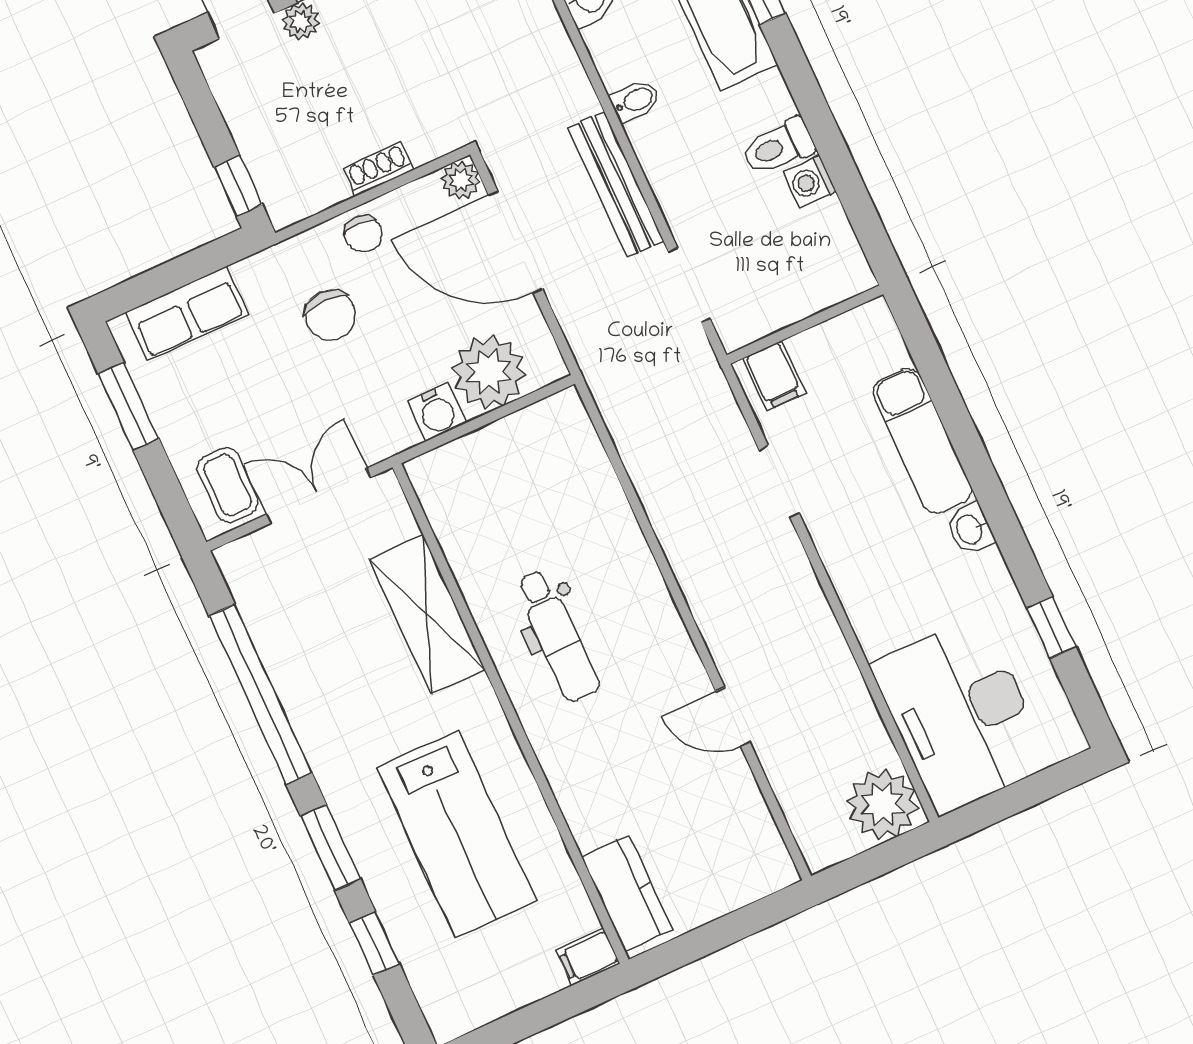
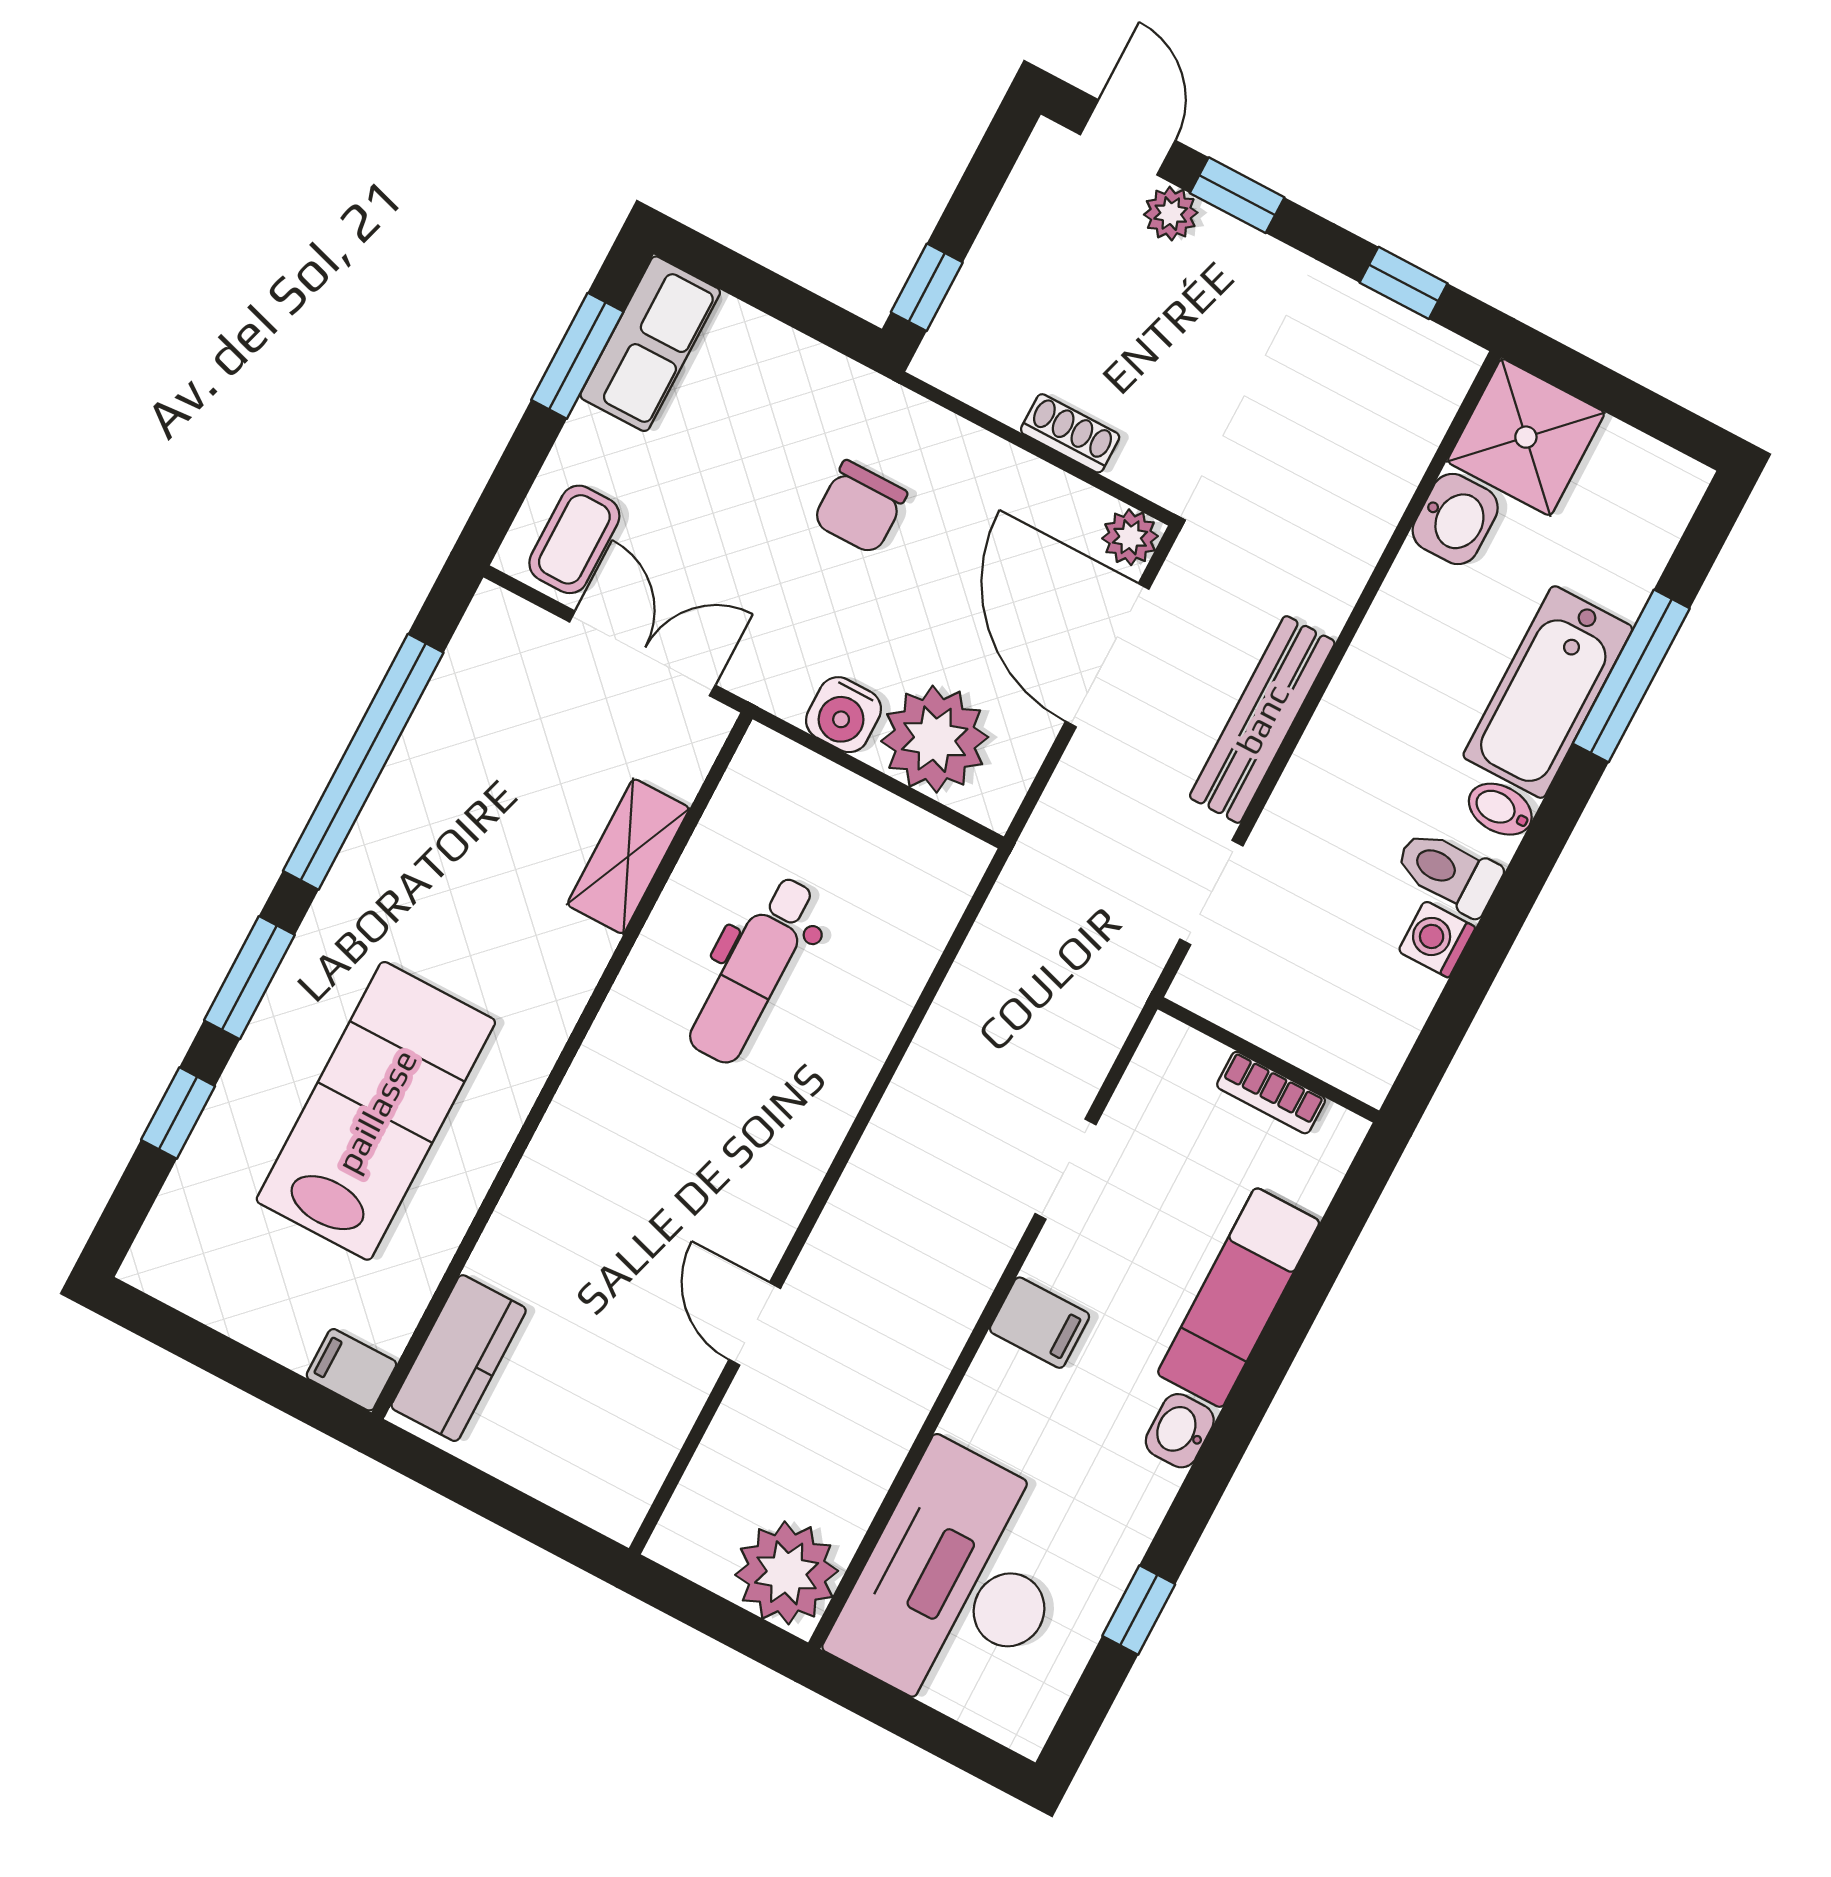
bidet: (635, 101) -> (1500, 809), moved, turned 180
chair: (363, 234) -> (982, 473), removed
row of seats: (187, 313) -> (650, 344), moved, turned -90
bookcase: (824, 337) -> (1271, 1093), added
filing cabinet: (774, 376) -> (1040, 1323), moved, turned -90
shelving: (427, 615) -> (628, 856), width x0.67, depth x0.75
dental chair: (557, 636) -> (754, 970), moved
lab bench: (457, 834) -> (376, 1111), turned 180

